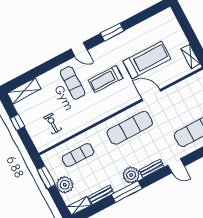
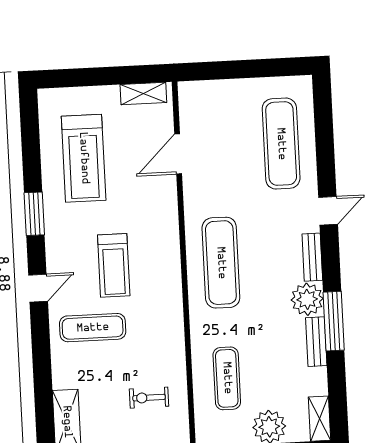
treadmill: (147, 60) -> (84, 158), moved, turned 180
door: (151, 95) -> (178, 154), moved
bench: (101, 195) -> (316, 342), moved

